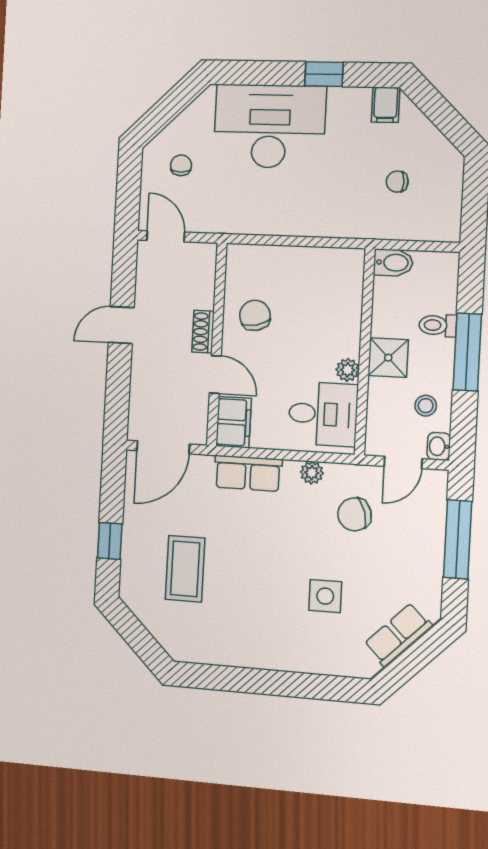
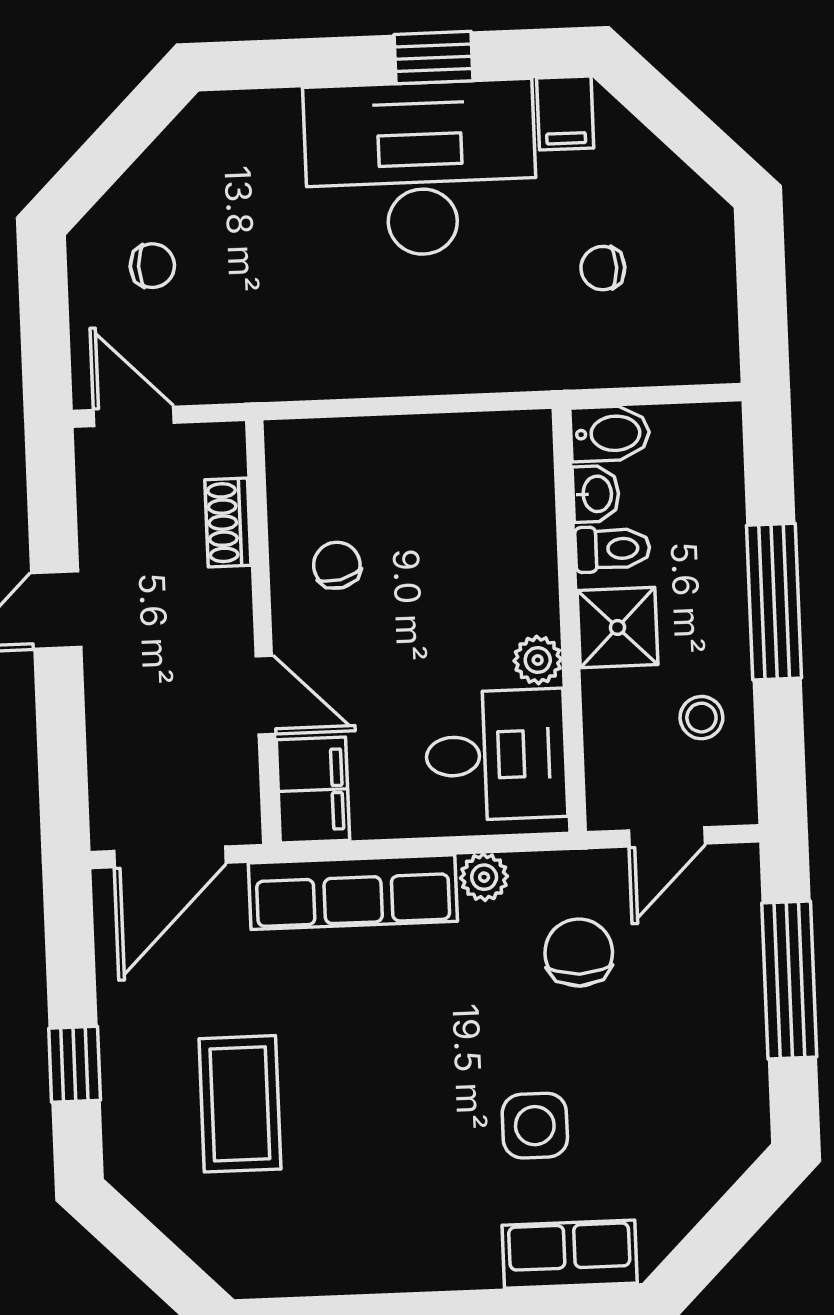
desk: (269, 126) -> (421, 168), moved
chair: (181, 165) -> (152, 266), turned 90
chair: (255, 315) -> (337, 565), width x0.73, depth x0.73
toilet: (438, 325) -> (612, 549), moved, turned 180
shoe rack: (203, 332) -> (228, 522), moved
washbasin: (439, 446) -> (596, 494), moved, turned 180
row of seats: (248, 473) -> (353, 892), width x1.48
chair: (354, 514) -> (579, 953), turned 107
row of seats: (398, 635) -> (570, 1254), moved, turned 45

